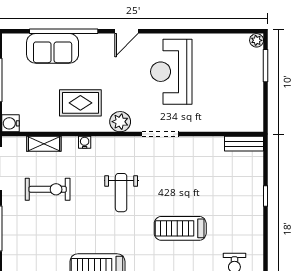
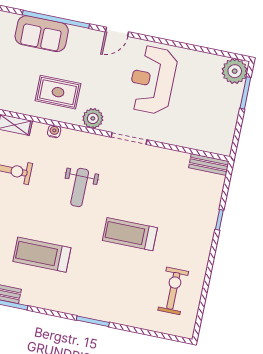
plant: (257, 40) -> (235, 71), width x1.88, depth x1.88

